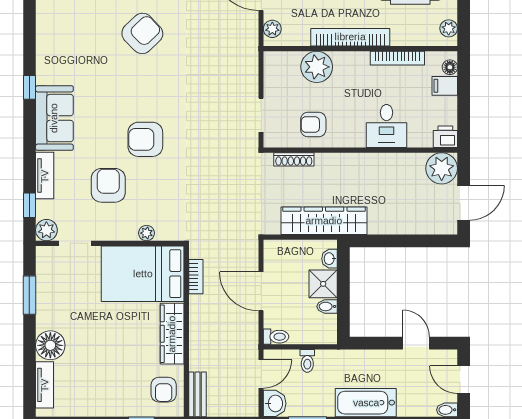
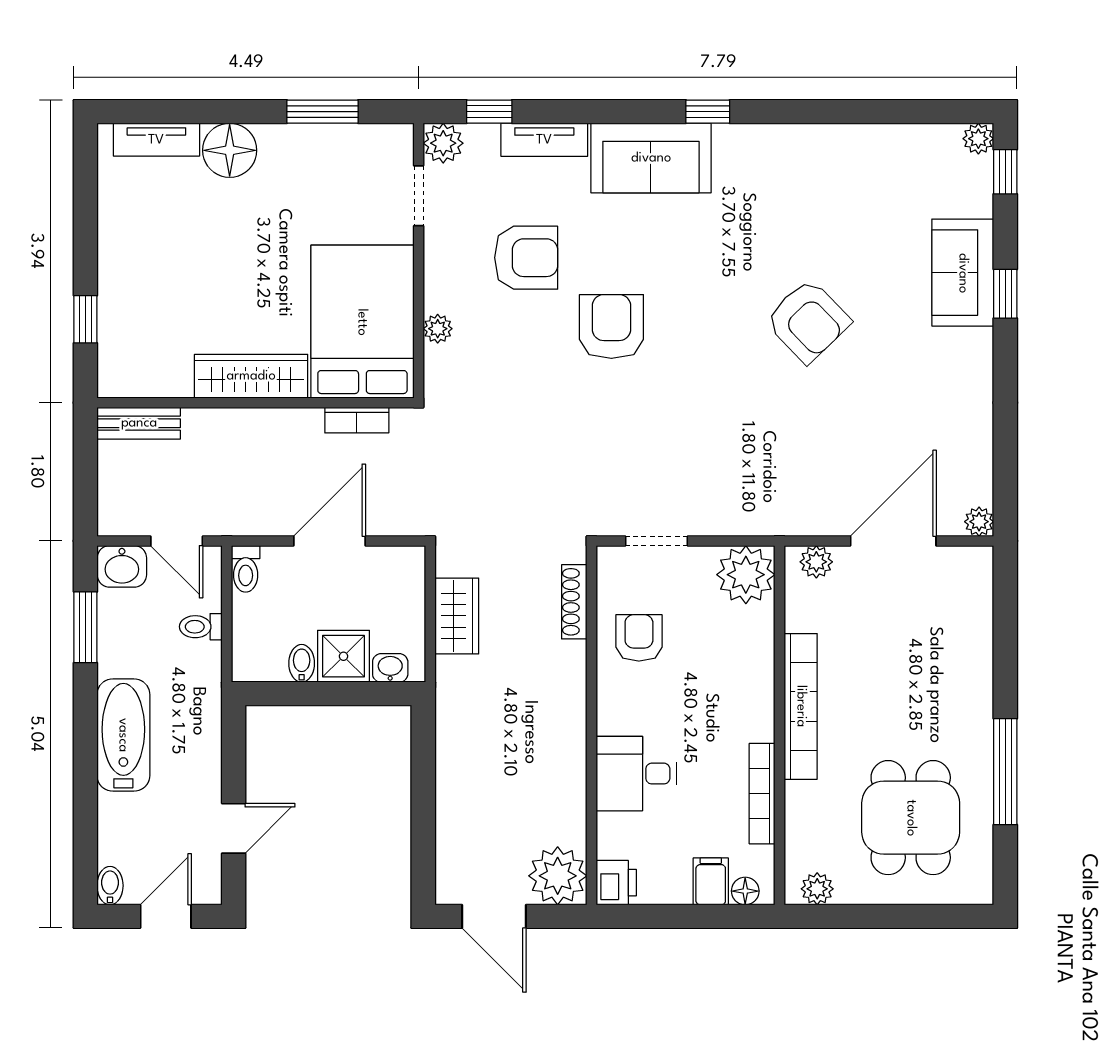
plant: (317, 67) -> (746, 575), moved
wardrobe: (324, 221) -> (457, 616), width x0.48, depth x0.85
armchair: (164, 390) -> (147, 360), removed

